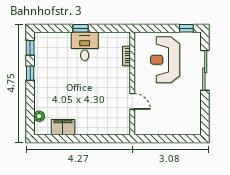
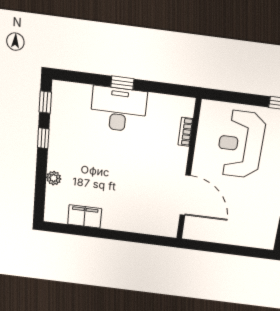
desk: (85, 46) -> (119, 109), width x1.37
door: (132, 101) -> (185, 195), width x1.87
plant: (39, 116) -> (54, 178), moved

